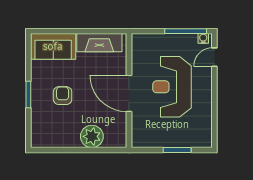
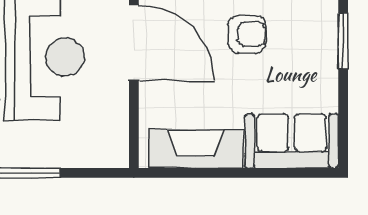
armchair: (63, 96) -> (247, 34), moved, turned -90

